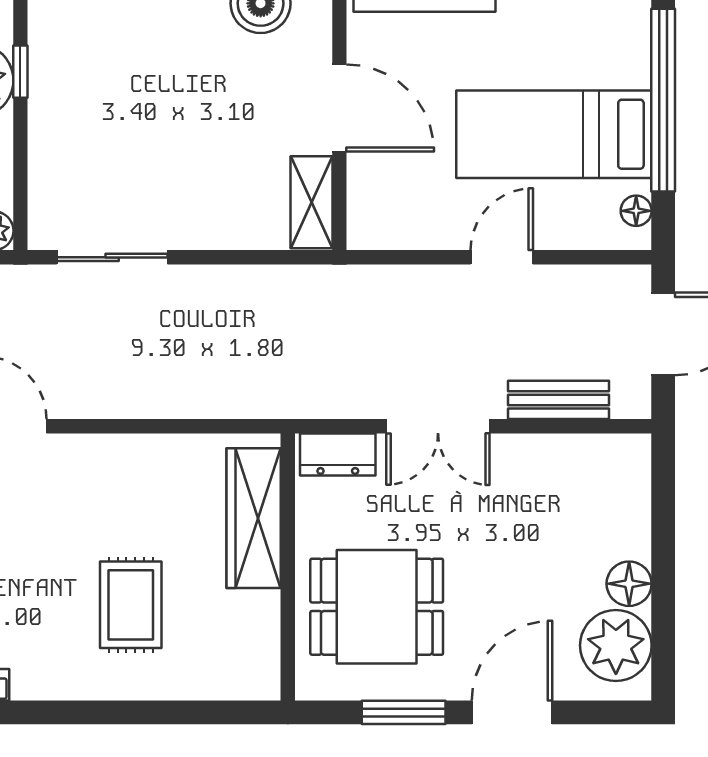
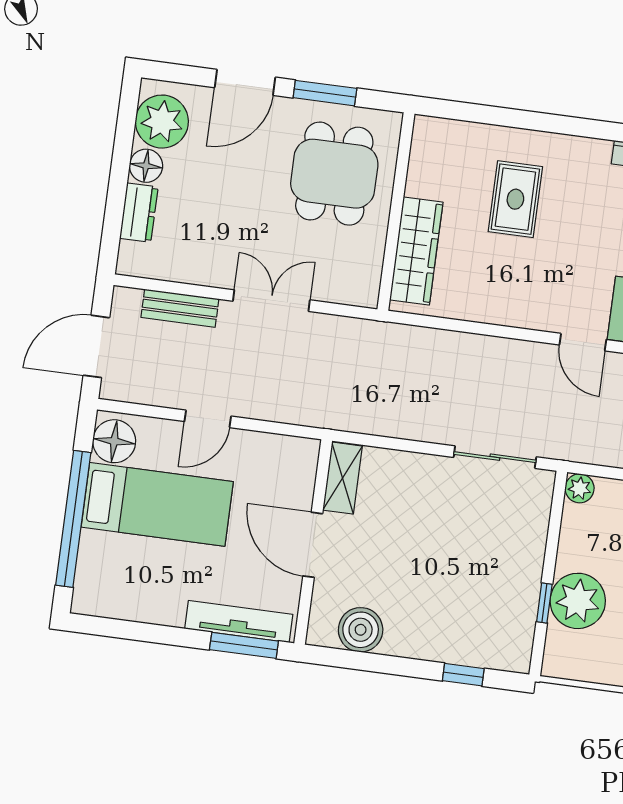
floor lamp: (636, 211) -> (114, 441), width x1.89, depth x1.89
dresser: (338, 454) -> (139, 213), moved, turned 90
dining table: (377, 607) -> (334, 174), turned 90

